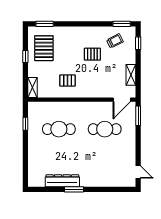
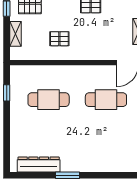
shelving: (32, 87) -> (15, 34), moved
dresser: (62, 181) -> (39, 164), moved

